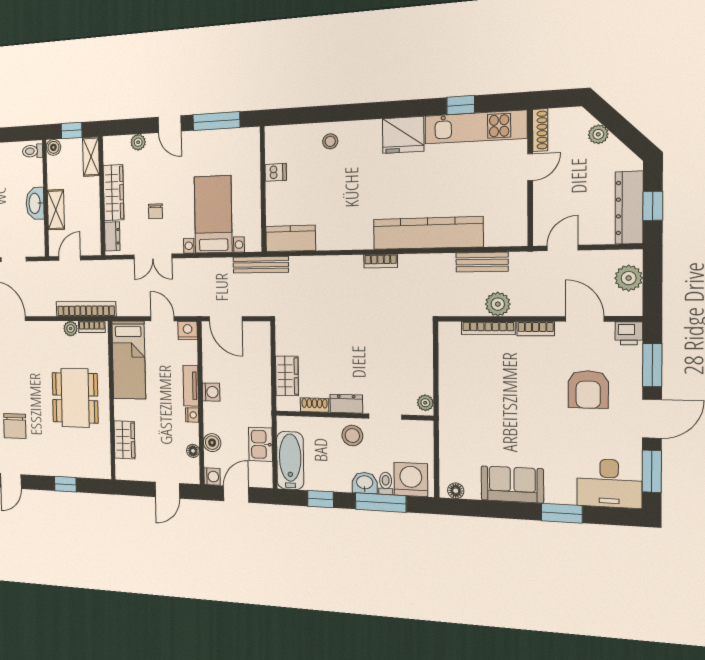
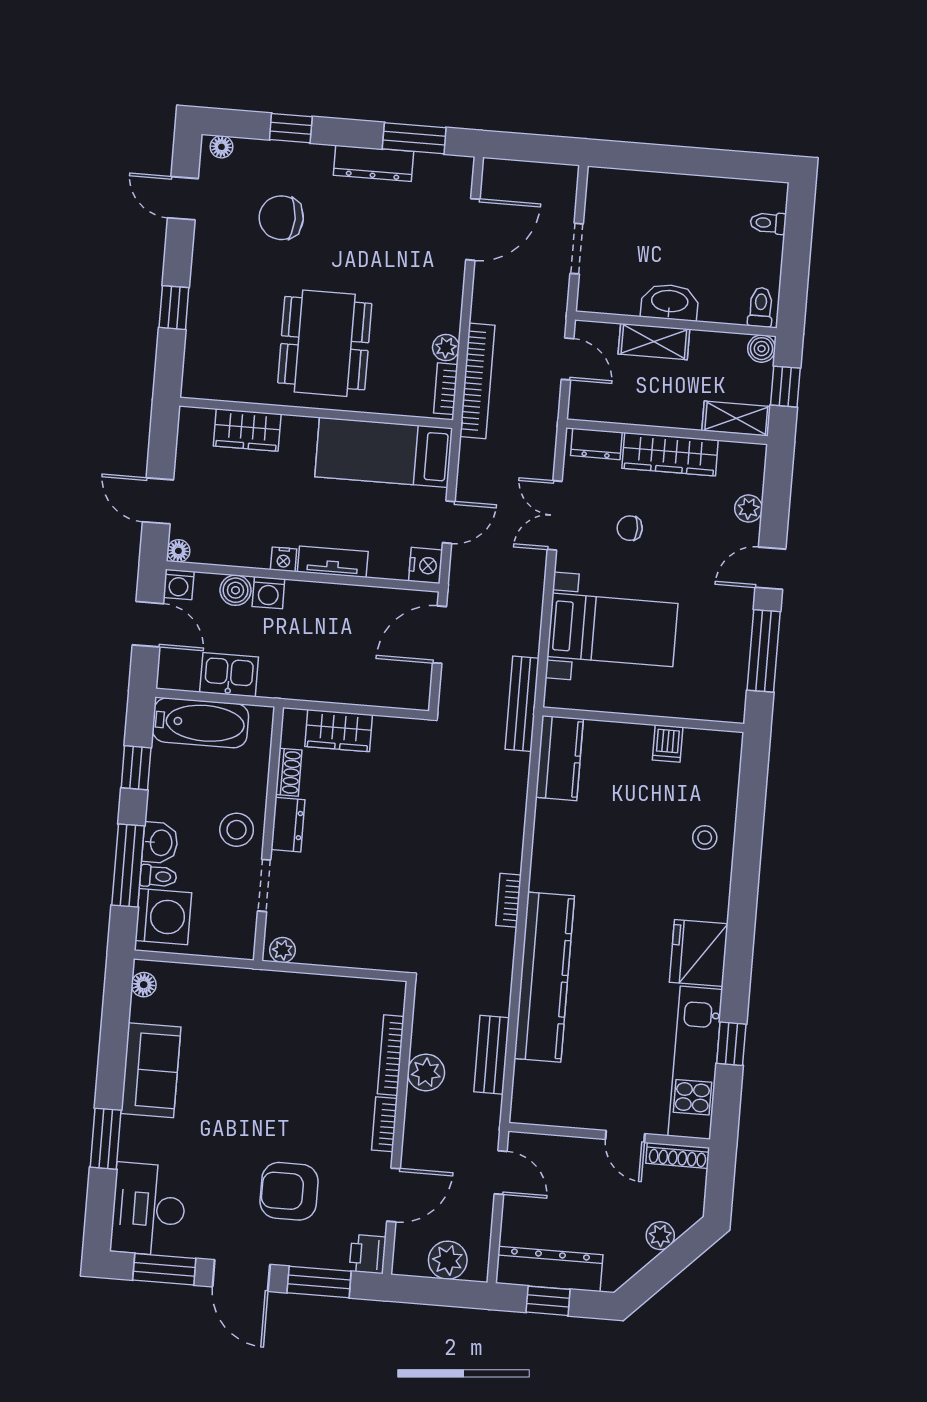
washing machine: (211, 392) -> (268, 593), moved
dining table: (75, 398) -> (325, 343), turned 90
floor lamp: (193, 451) -> (178, 551), moved

